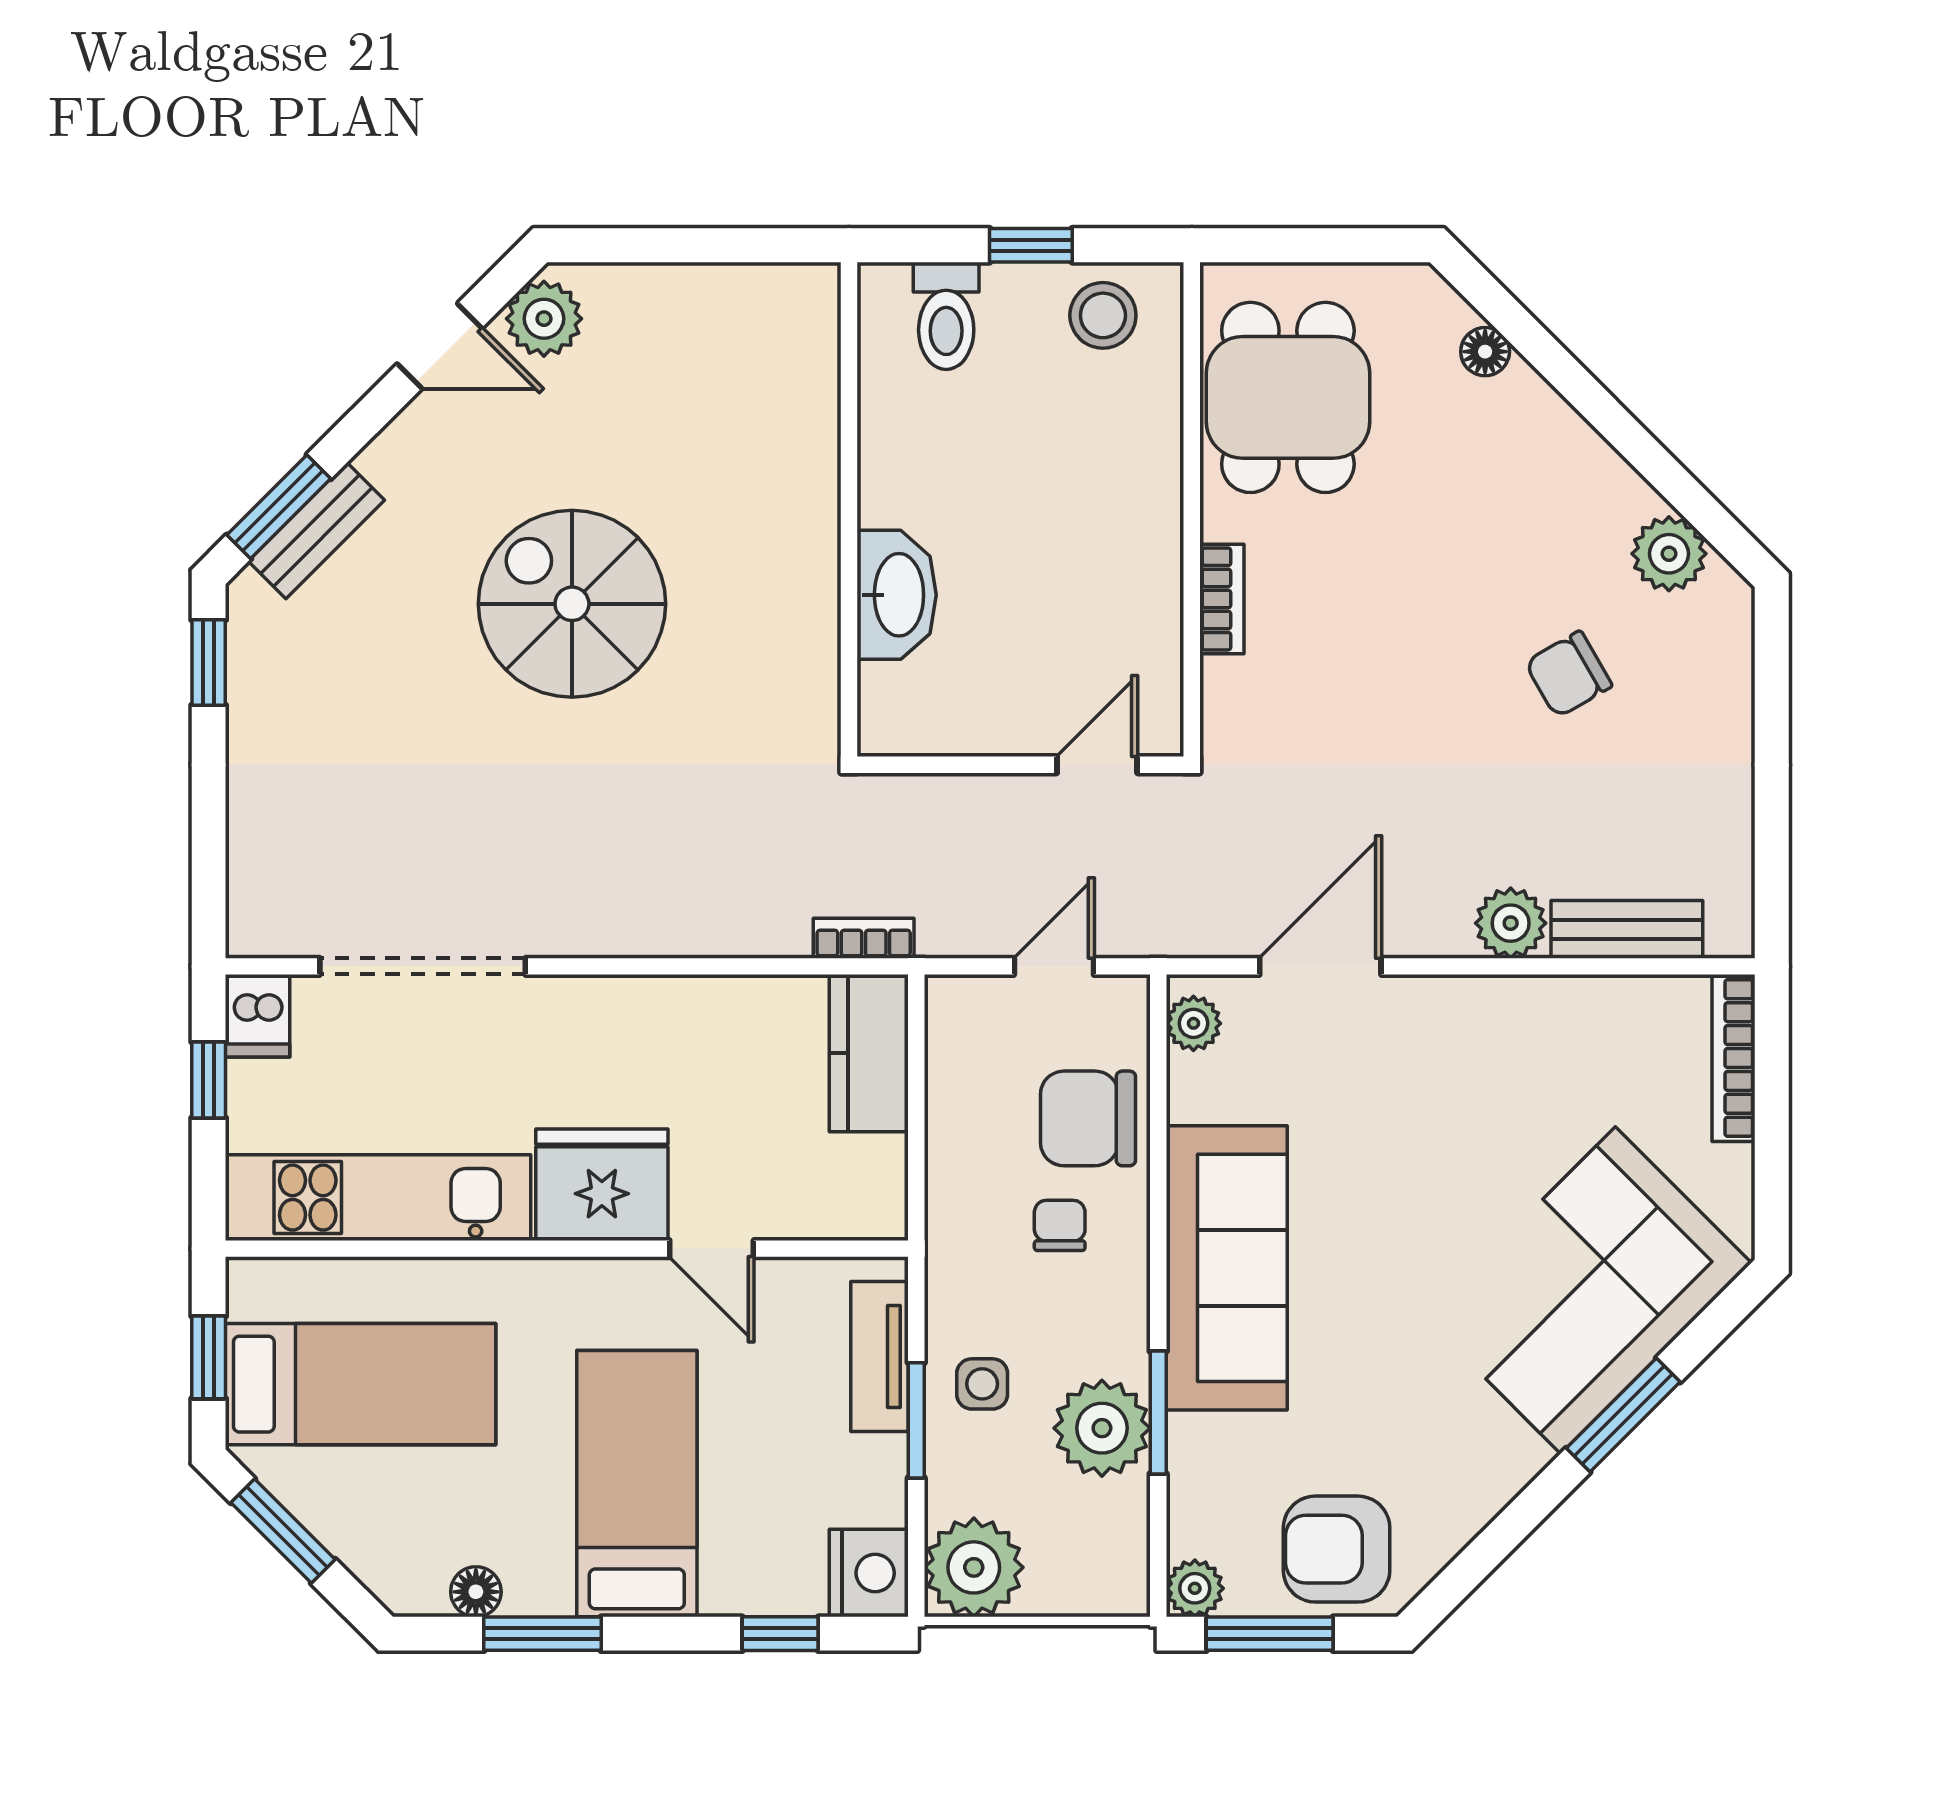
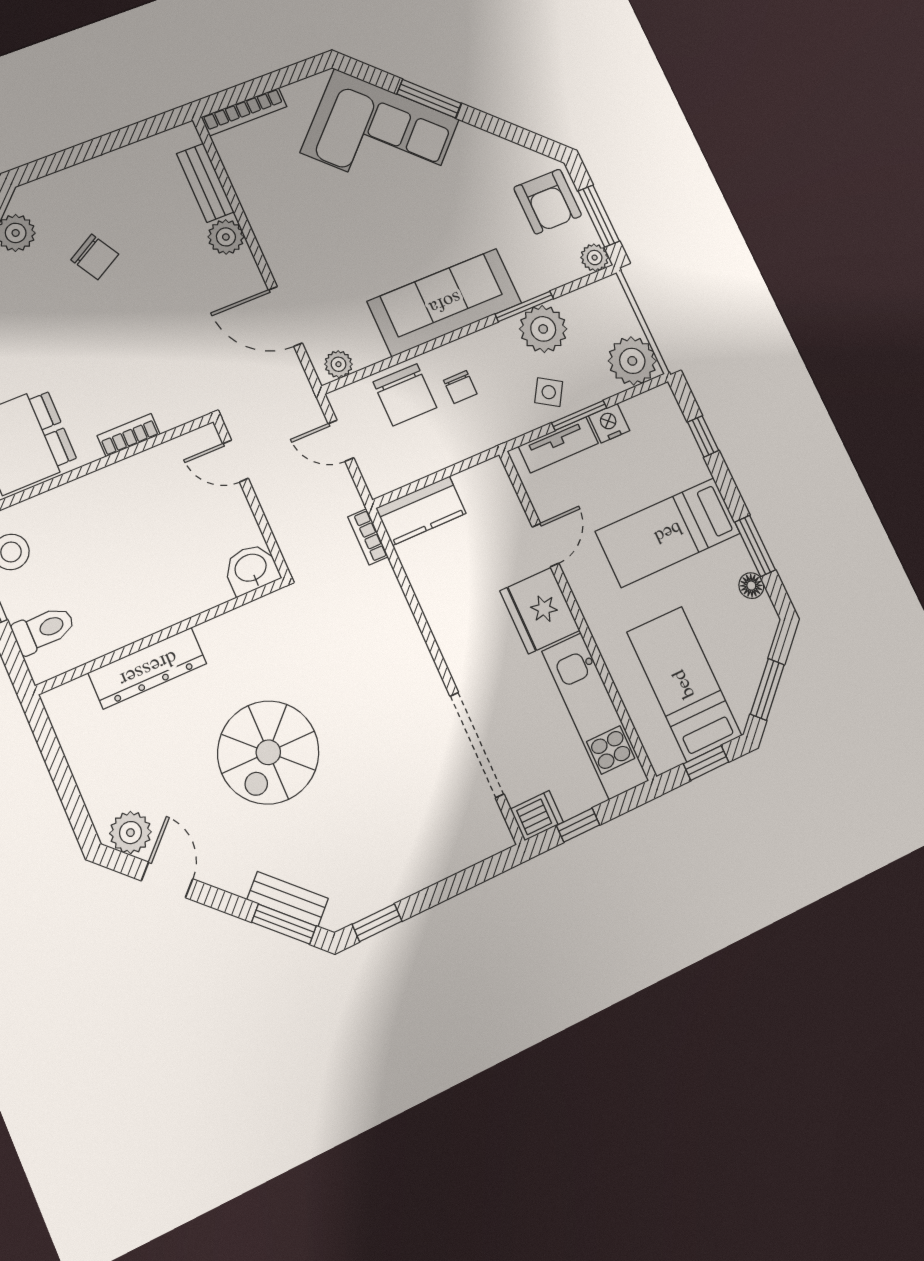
dresser: (804, 462) -> (148, 668), added
washbasin: (897, 595) -> (251, 569), moved, width x0.72
chair: (1060, 1225) -> (460, 387), turned -90
side table: (982, 1384) -> (549, 392), turned 32
nightstand: (869, 1573) -> (609, 423), moved, width x0.74, depth x0.75

